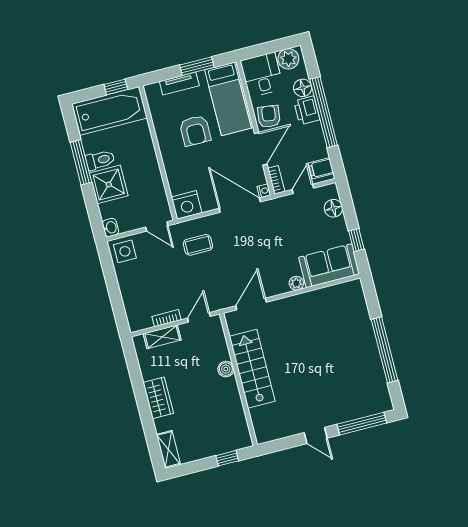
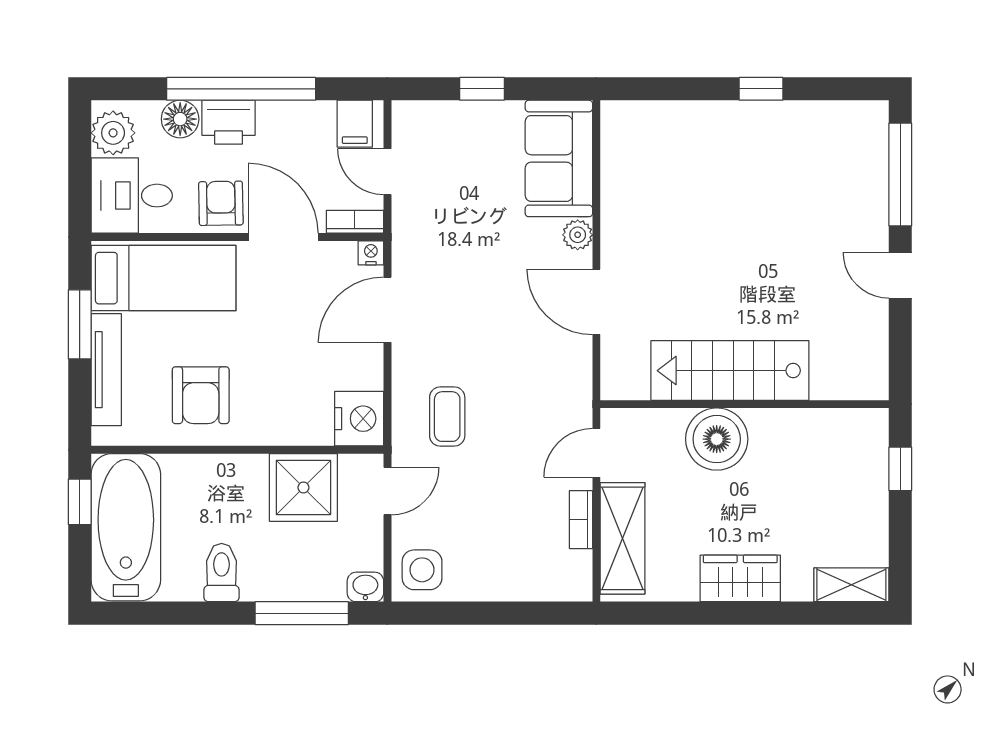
tv unit: (179, 84) -> (106, 370), width x1.41
armchair: (269, 116) -> (221, 203), turned 81
armchair: (195, 131) -> (201, 395), moved, turned 90
window: (81, 162) -> (302, 613), moved
shower: (109, 184) -> (303, 487), moved
door: (240, 205) -> (387, 310), width x0.73
floor lamp: (333, 208) -> (443, 119), removed
window: (356, 240) -> (482, 89), moved
door: (251, 304) -> (596, 302), moved
door: (199, 317) -> (596, 453), hinge flipped
shelving: (162, 337) -> (623, 538), width x1.50, depth x1.33
window: (385, 350) -> (761, 89), width x0.32
boiler: (226, 369) -> (717, 439), width x1.86, depth x1.86
door: (316, 435) -> (900, 275), swing flipped

